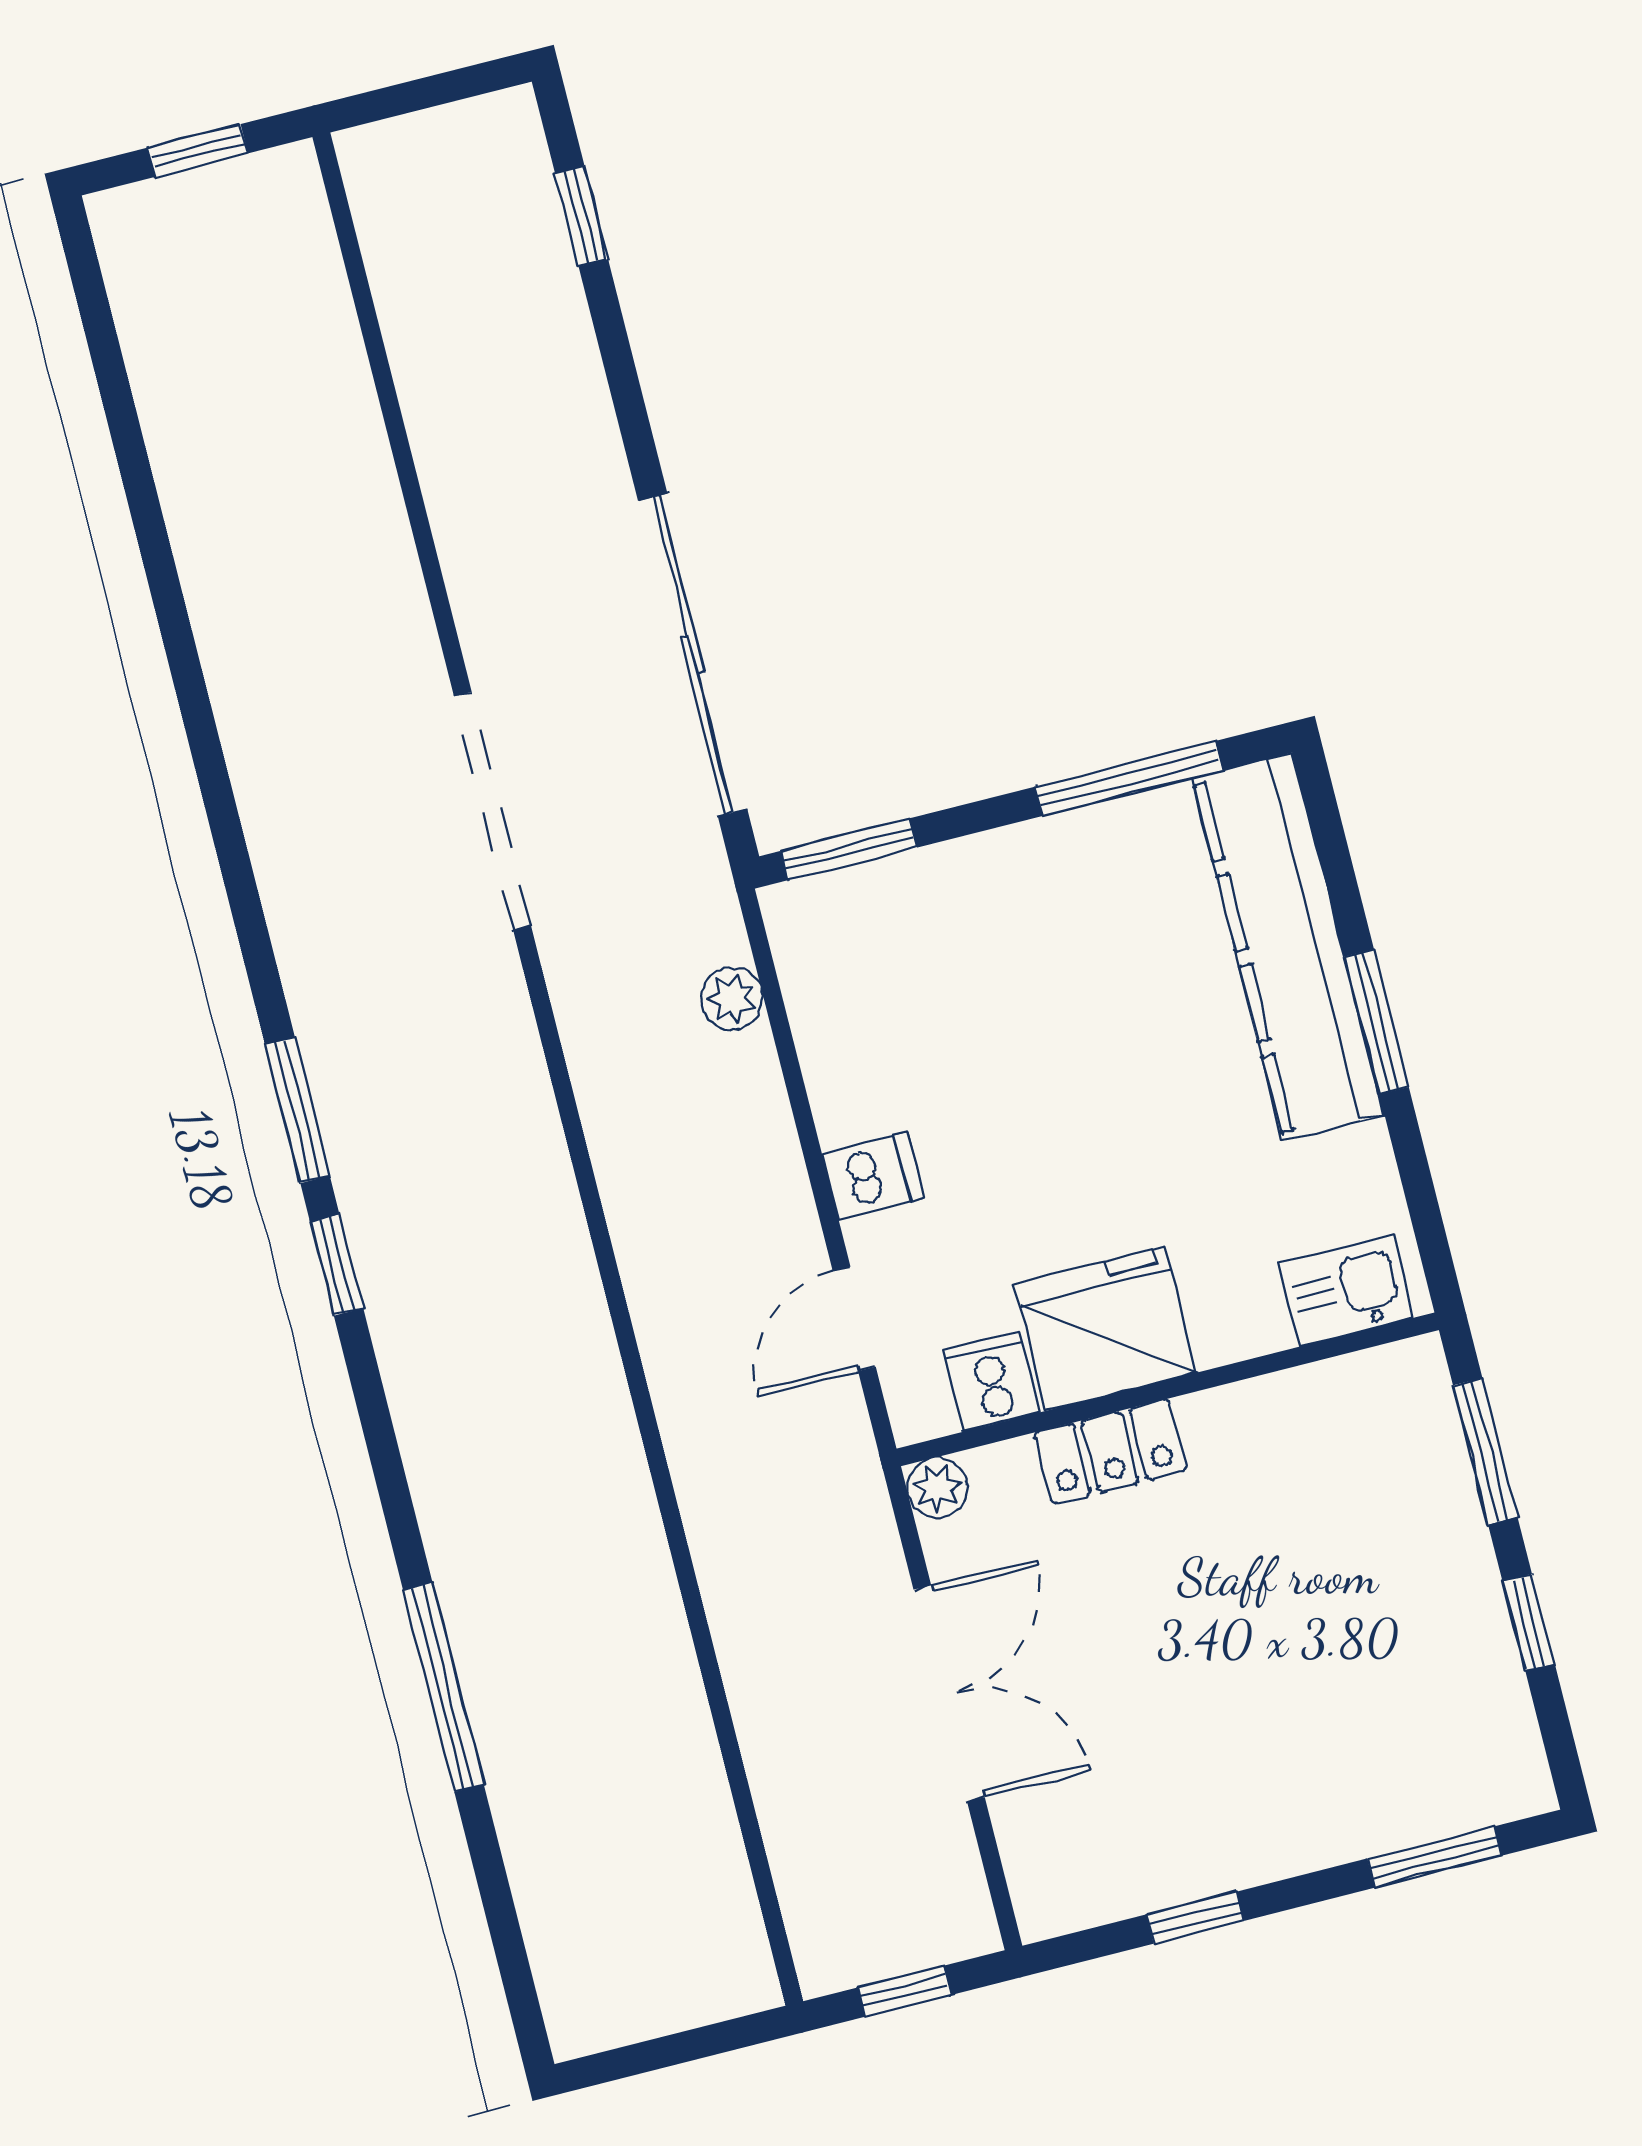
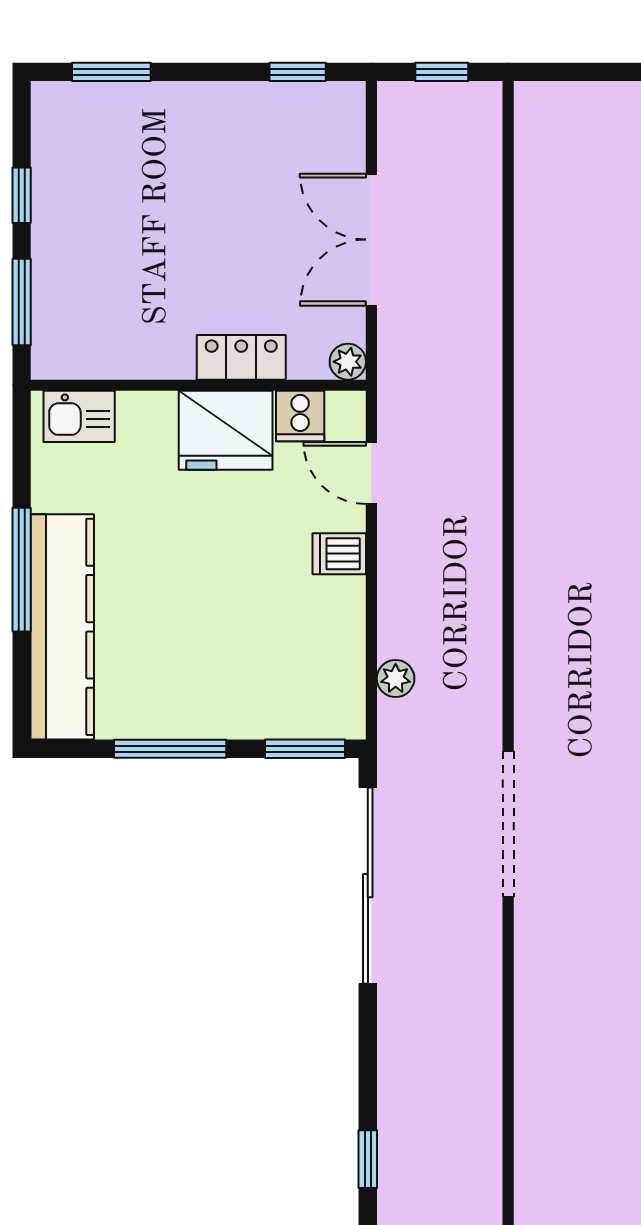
window: (1129, 778) -> (170, 749), moved
window: (1377, 1022) -> (22, 570), width x1.44
door: (854, 1319) -> (371, 473), swing flipped
window: (1195, 1918) -> (298, 72), moved

